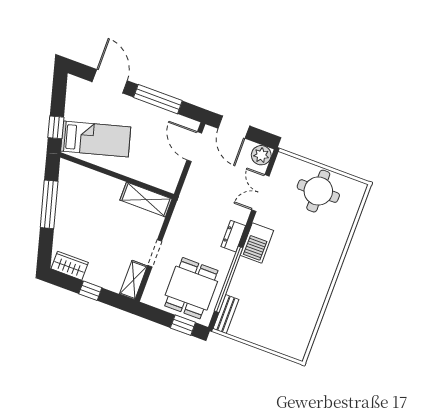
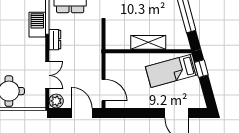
window: (158, 99) -> (140, 113), removed
shelving: (146, 200) -> (148, 42), moved
barbecue: (257, 243) -> (37, 25), moved

